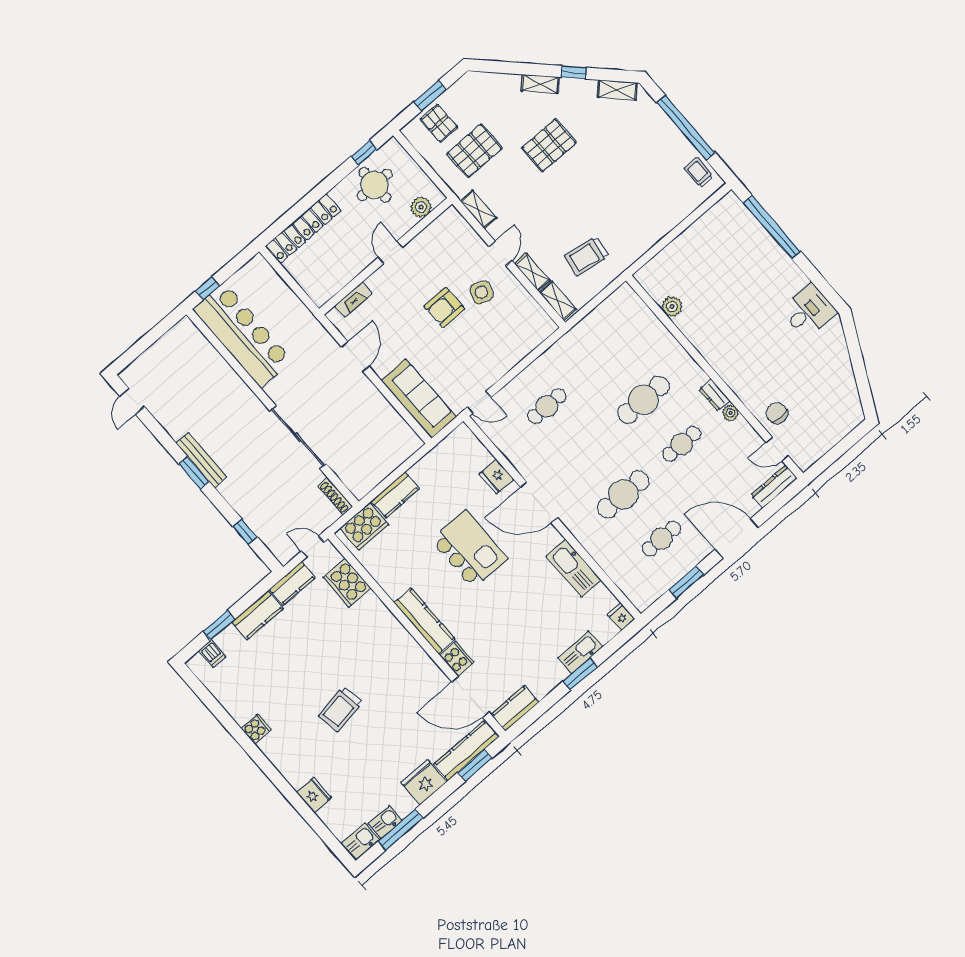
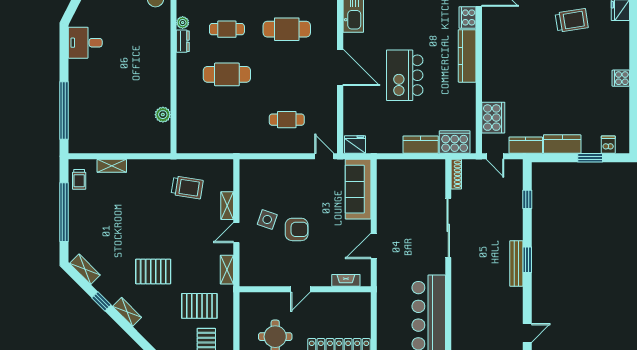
plant: (421, 207) -> (259, 300), removed
shelving: (558, 301) -> (112, 166), moved, turned 90
fridge: (496, 476) -> (355, 144), moved, turned -90
trolley: (340, 709) -> (572, 20), moved

